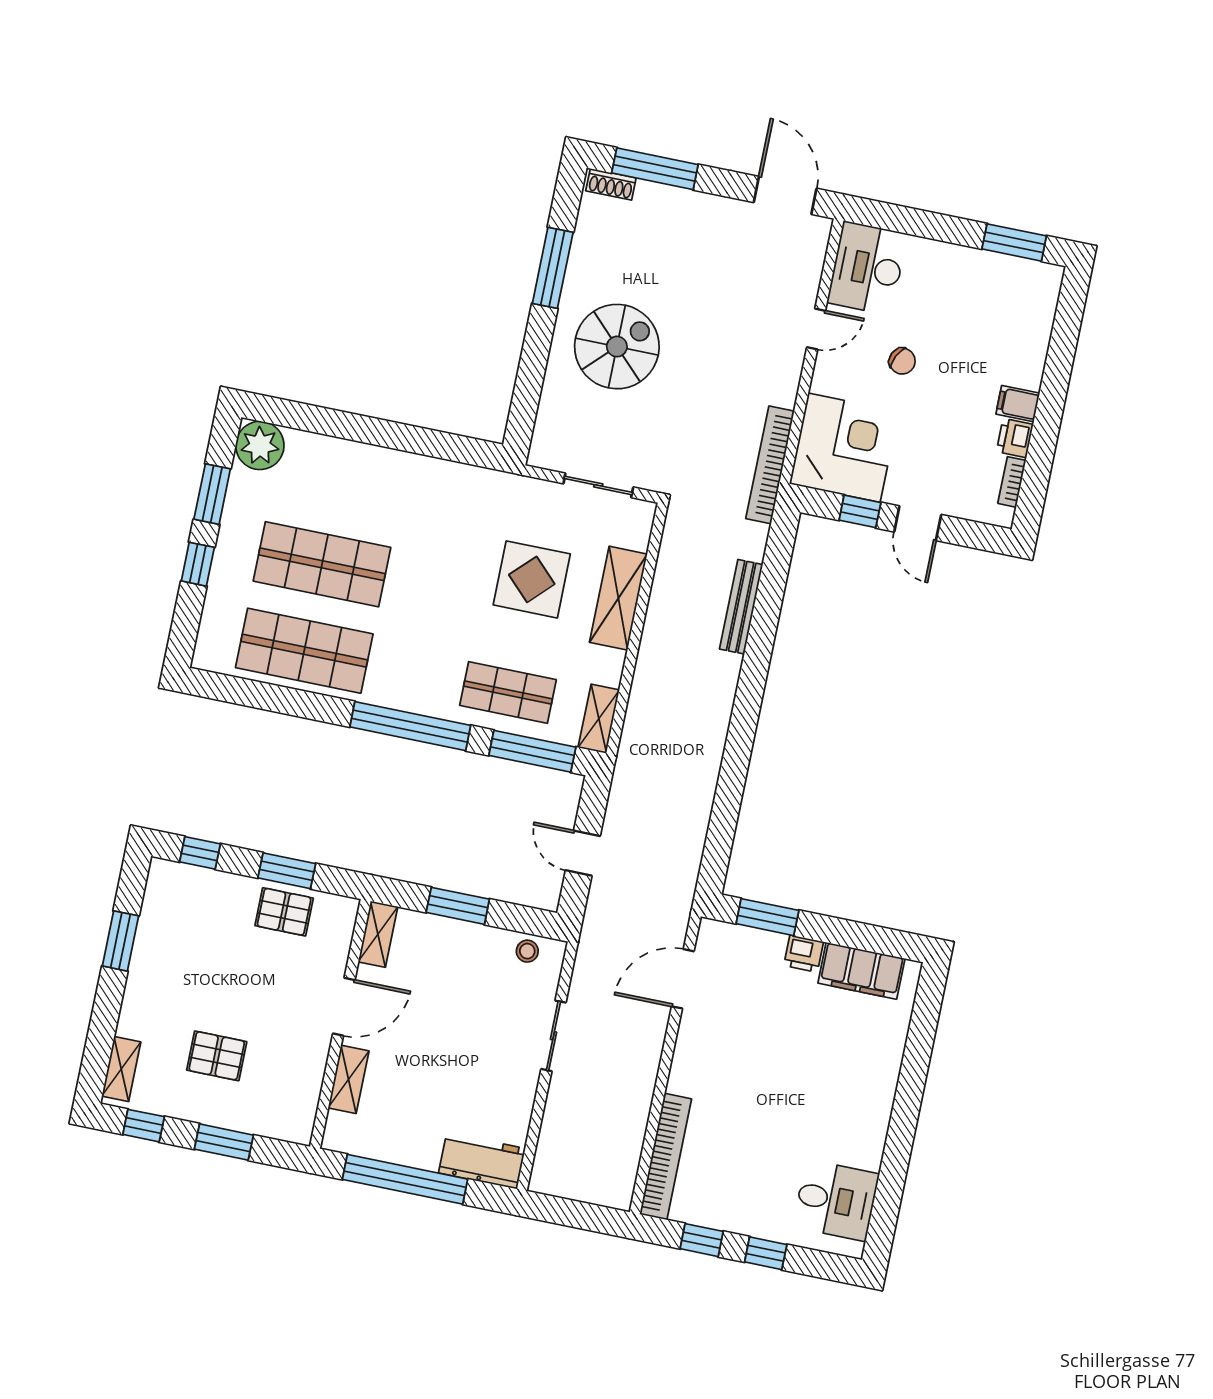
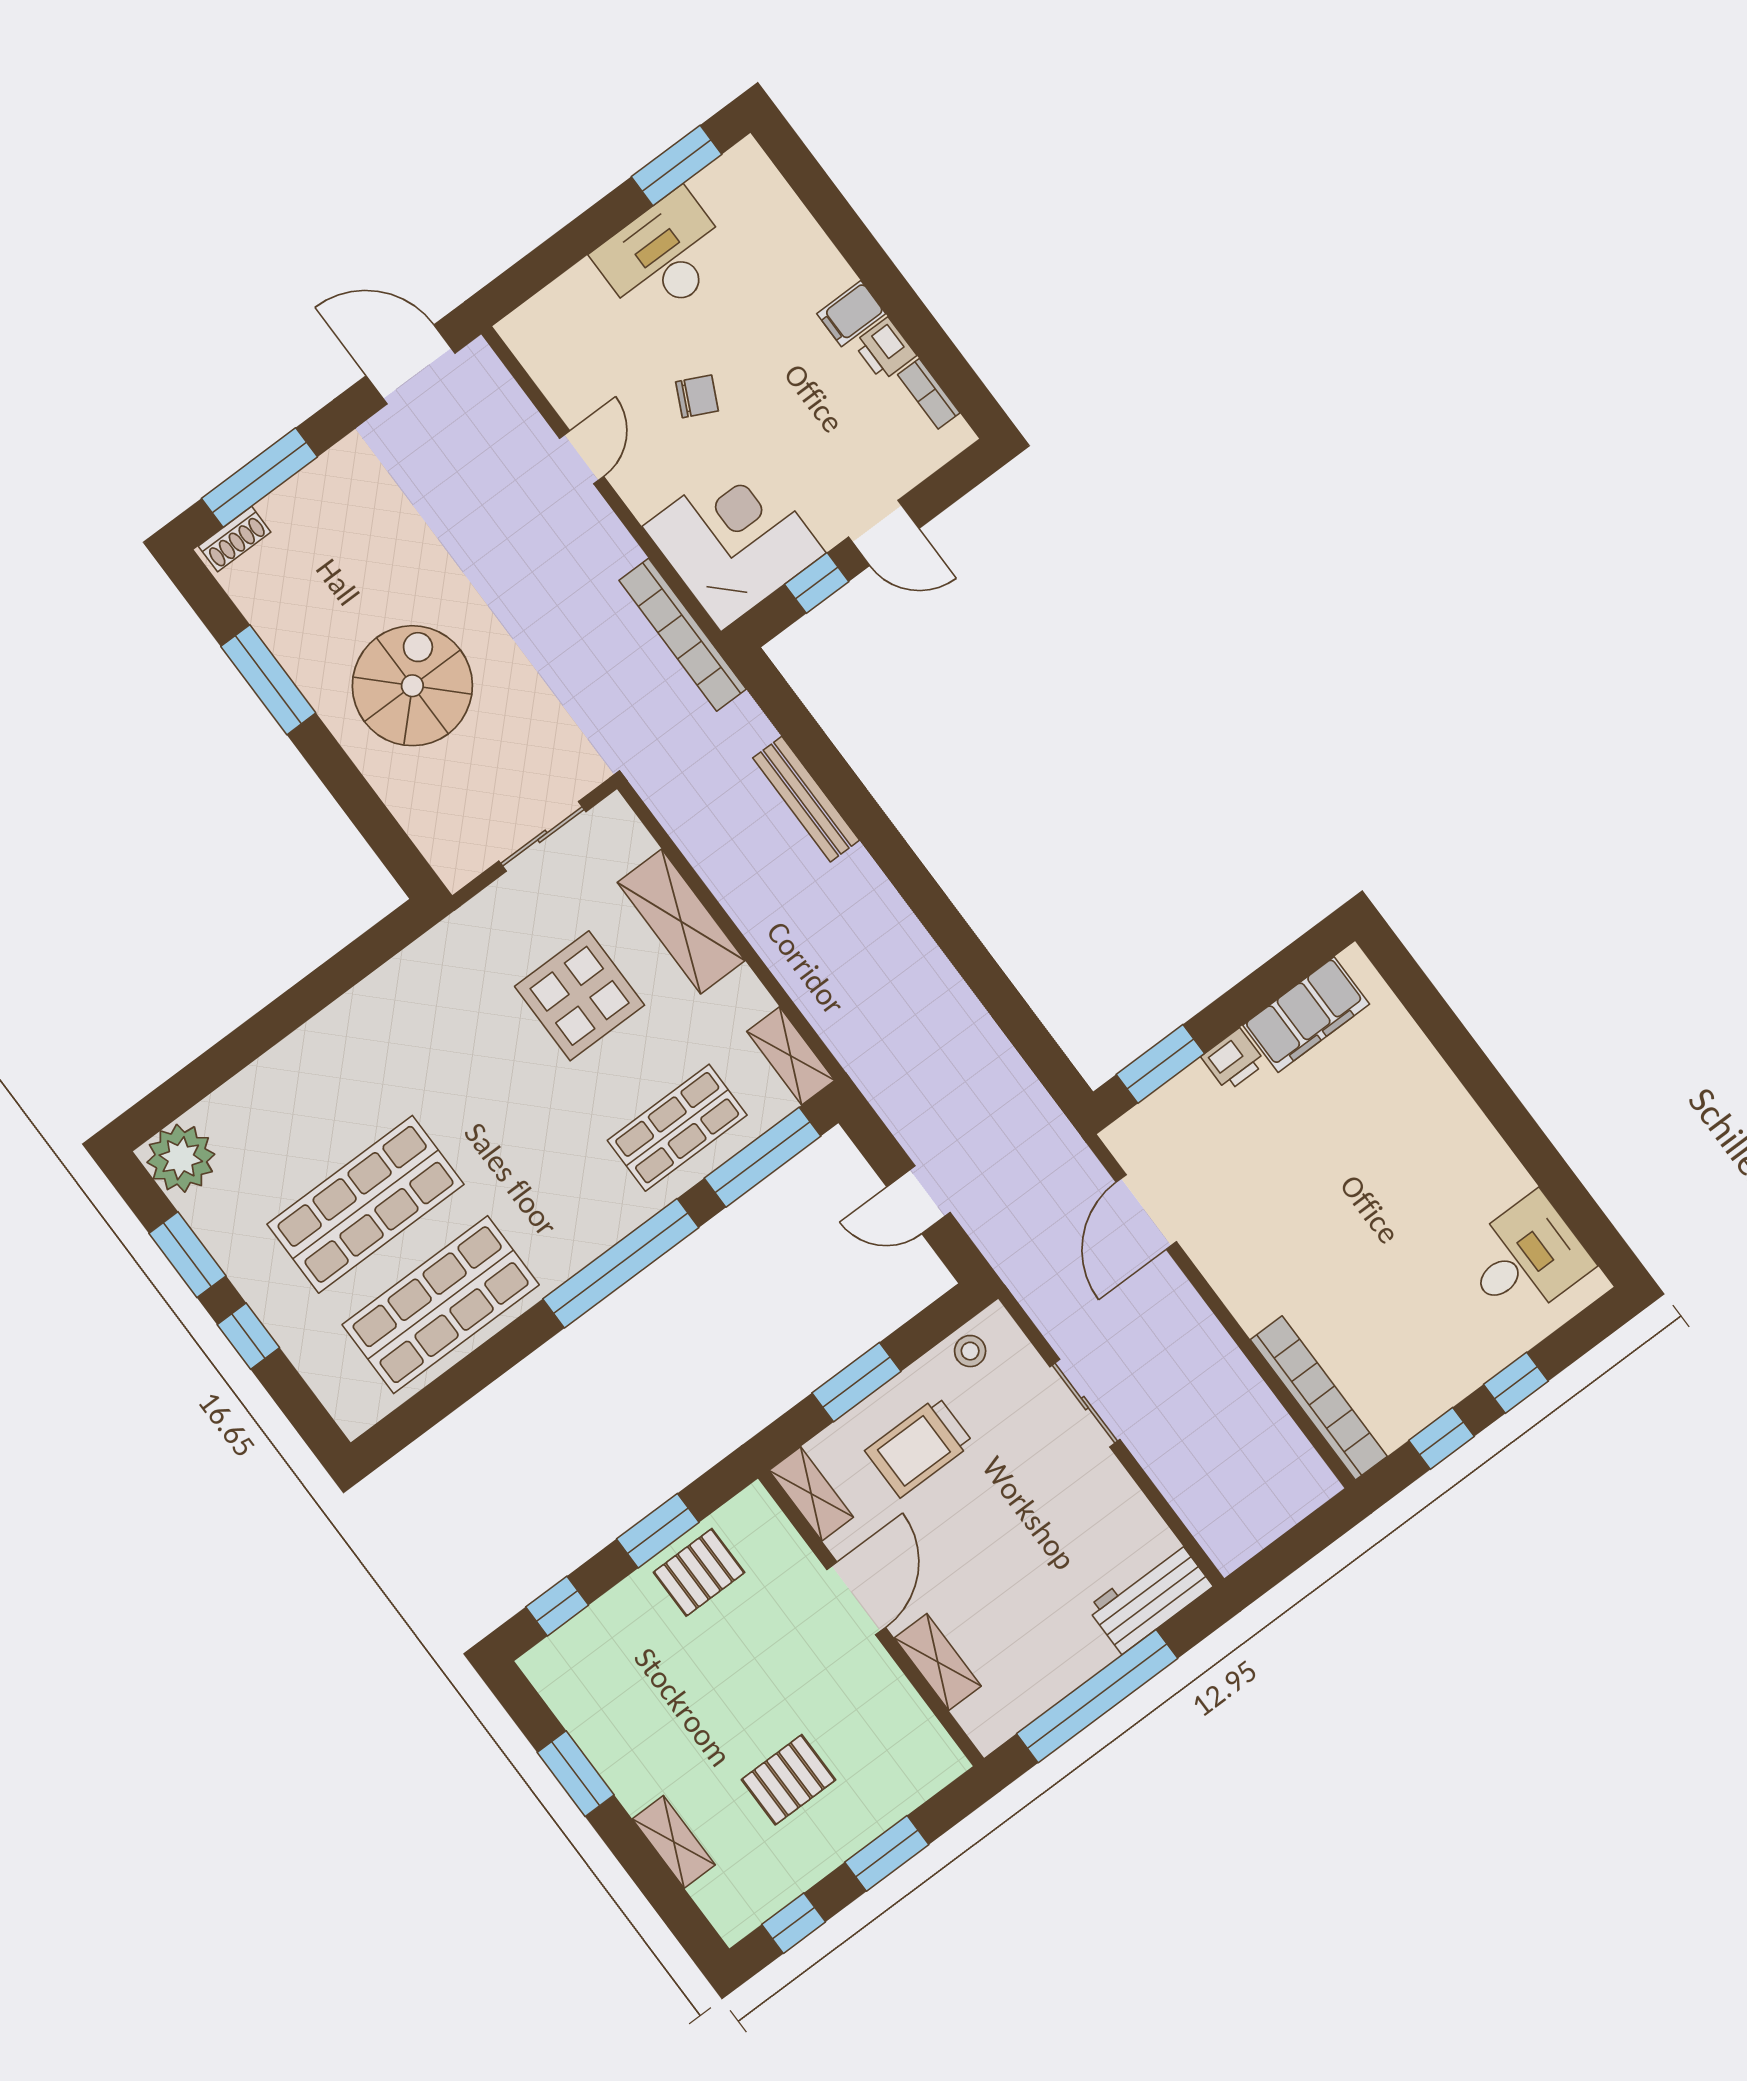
desk: (867, 268) -> (663, 256), moved, turned 90
trolley: (453, 969) -> (919, 1447), added
shelving: (121, 1069) -> (674, 1842), moved

